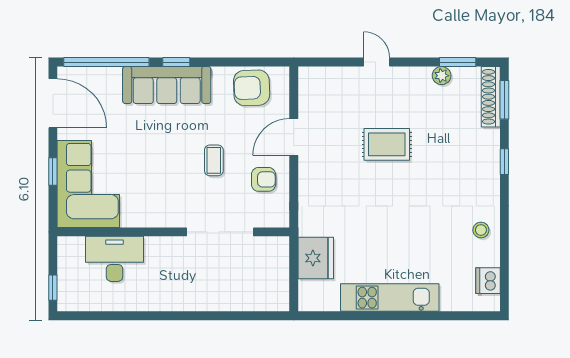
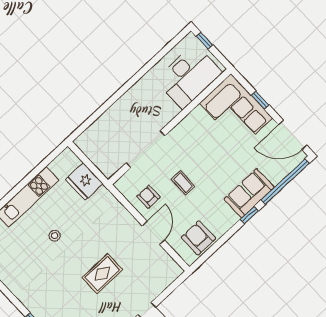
sofa: (167, 85) -> (249, 193), width x0.73
armchair: (252, 88) -> (198, 238), turned -88
armchair: (264, 179) -> (149, 197), turned 90
stool: (481, 230) -> (55, 236), moved
desk: (115, 259) -> (189, 76), width x1.36, depth x1.30

